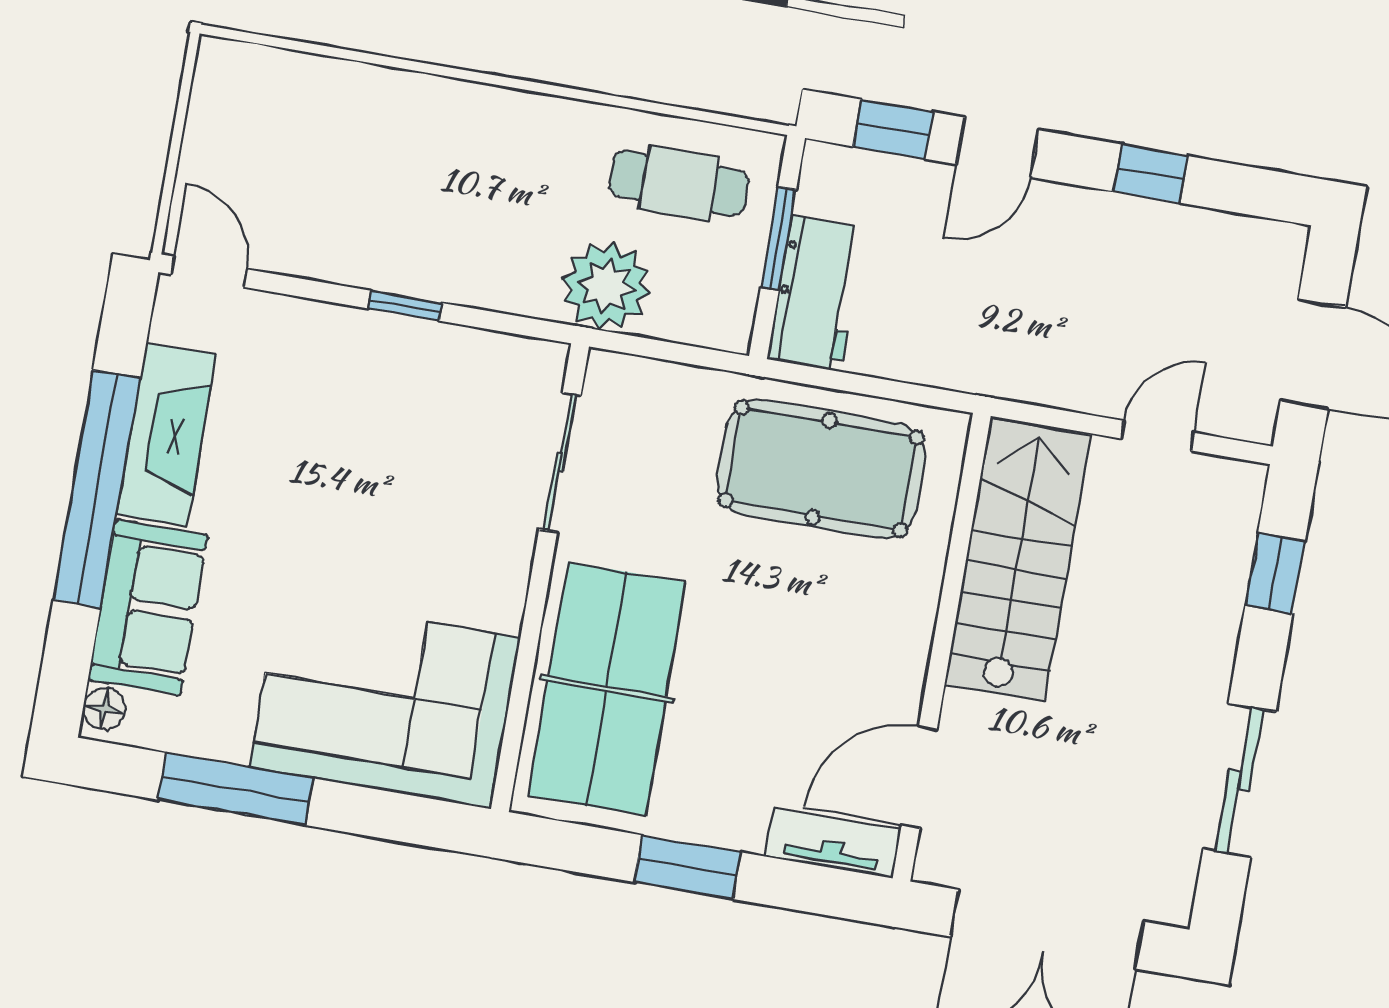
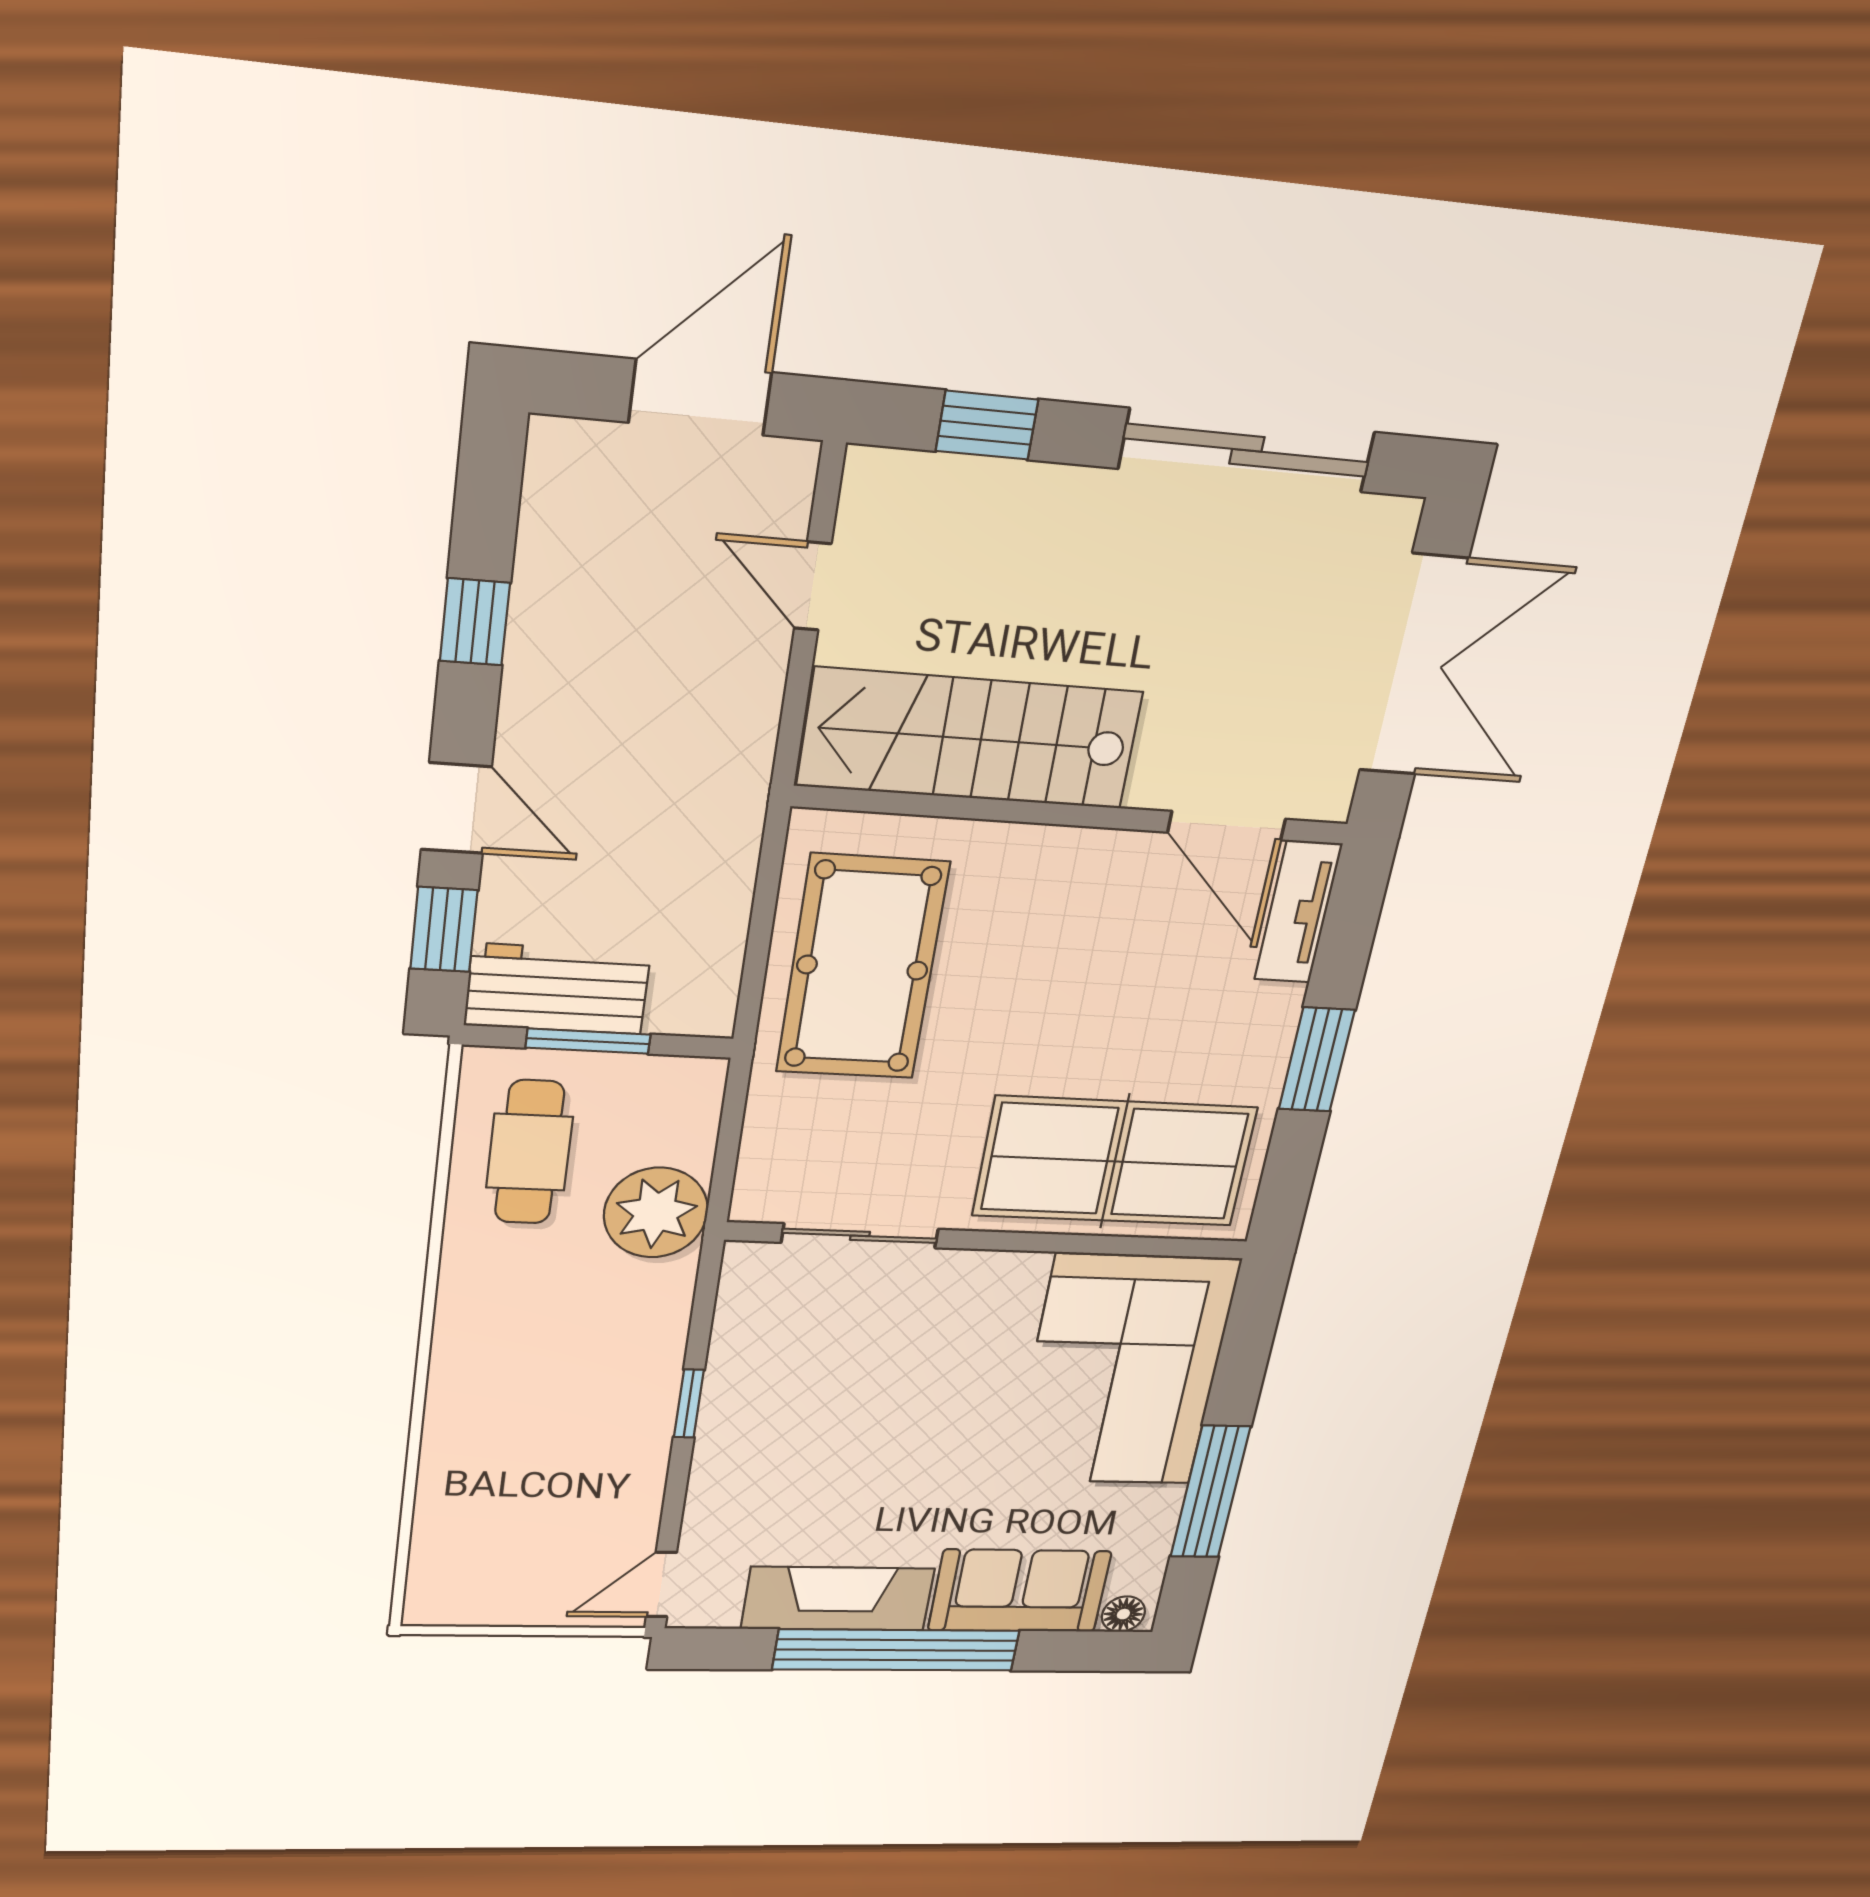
workbench: (816, 294) -> (557, 989), moved
sliding door: (1239, 780) -> (1247, 450), width x1.37

